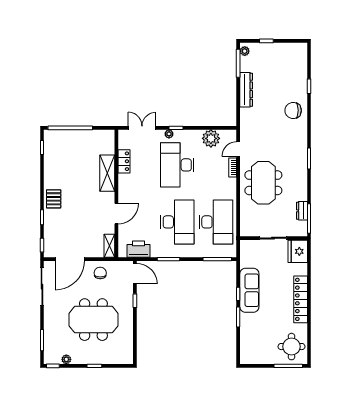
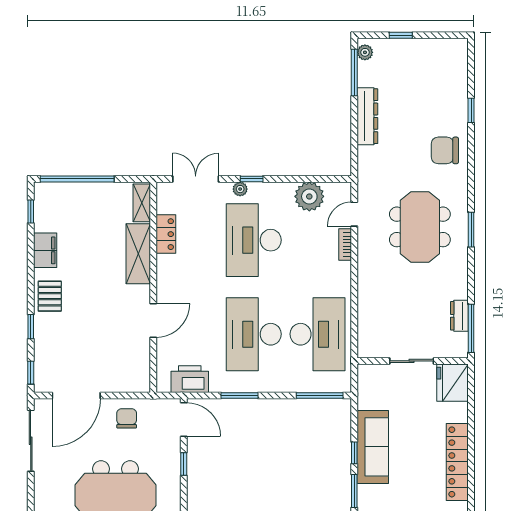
filing cabinet: (51, 171) -> (45, 250), added
meeting table: (263, 183) -> (420, 227), moved
desk: (177, 222) -> (254, 334), turned 180
shelving: (109, 246) -> (142, 203), moved

